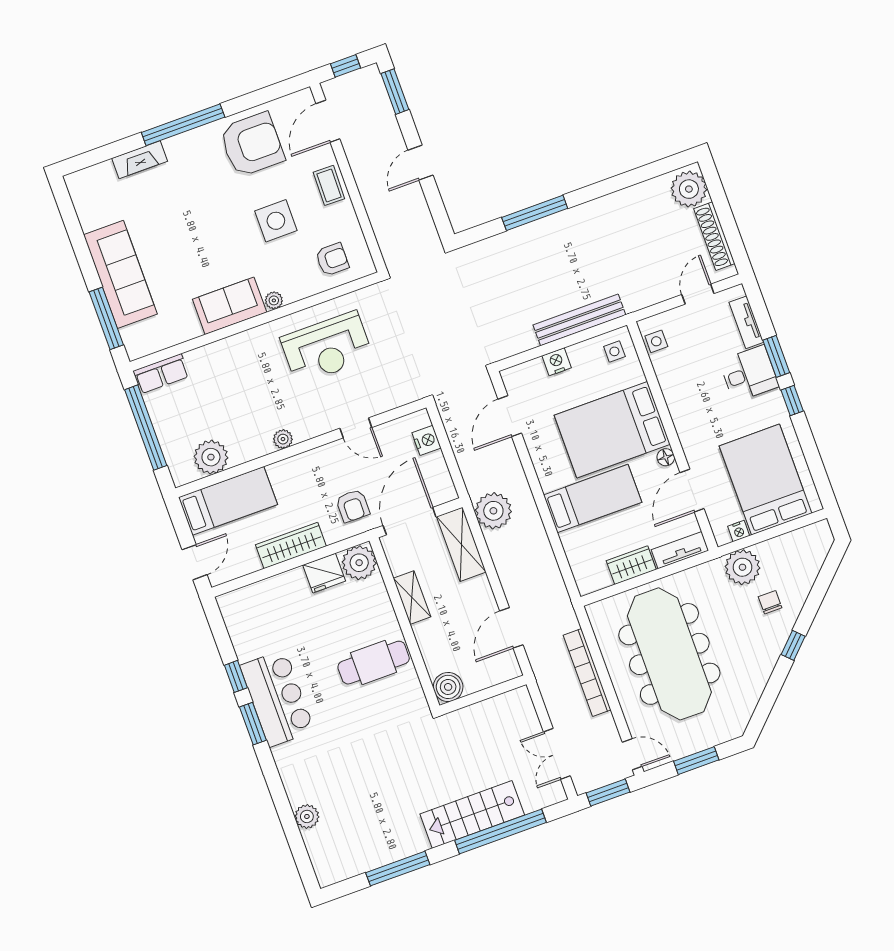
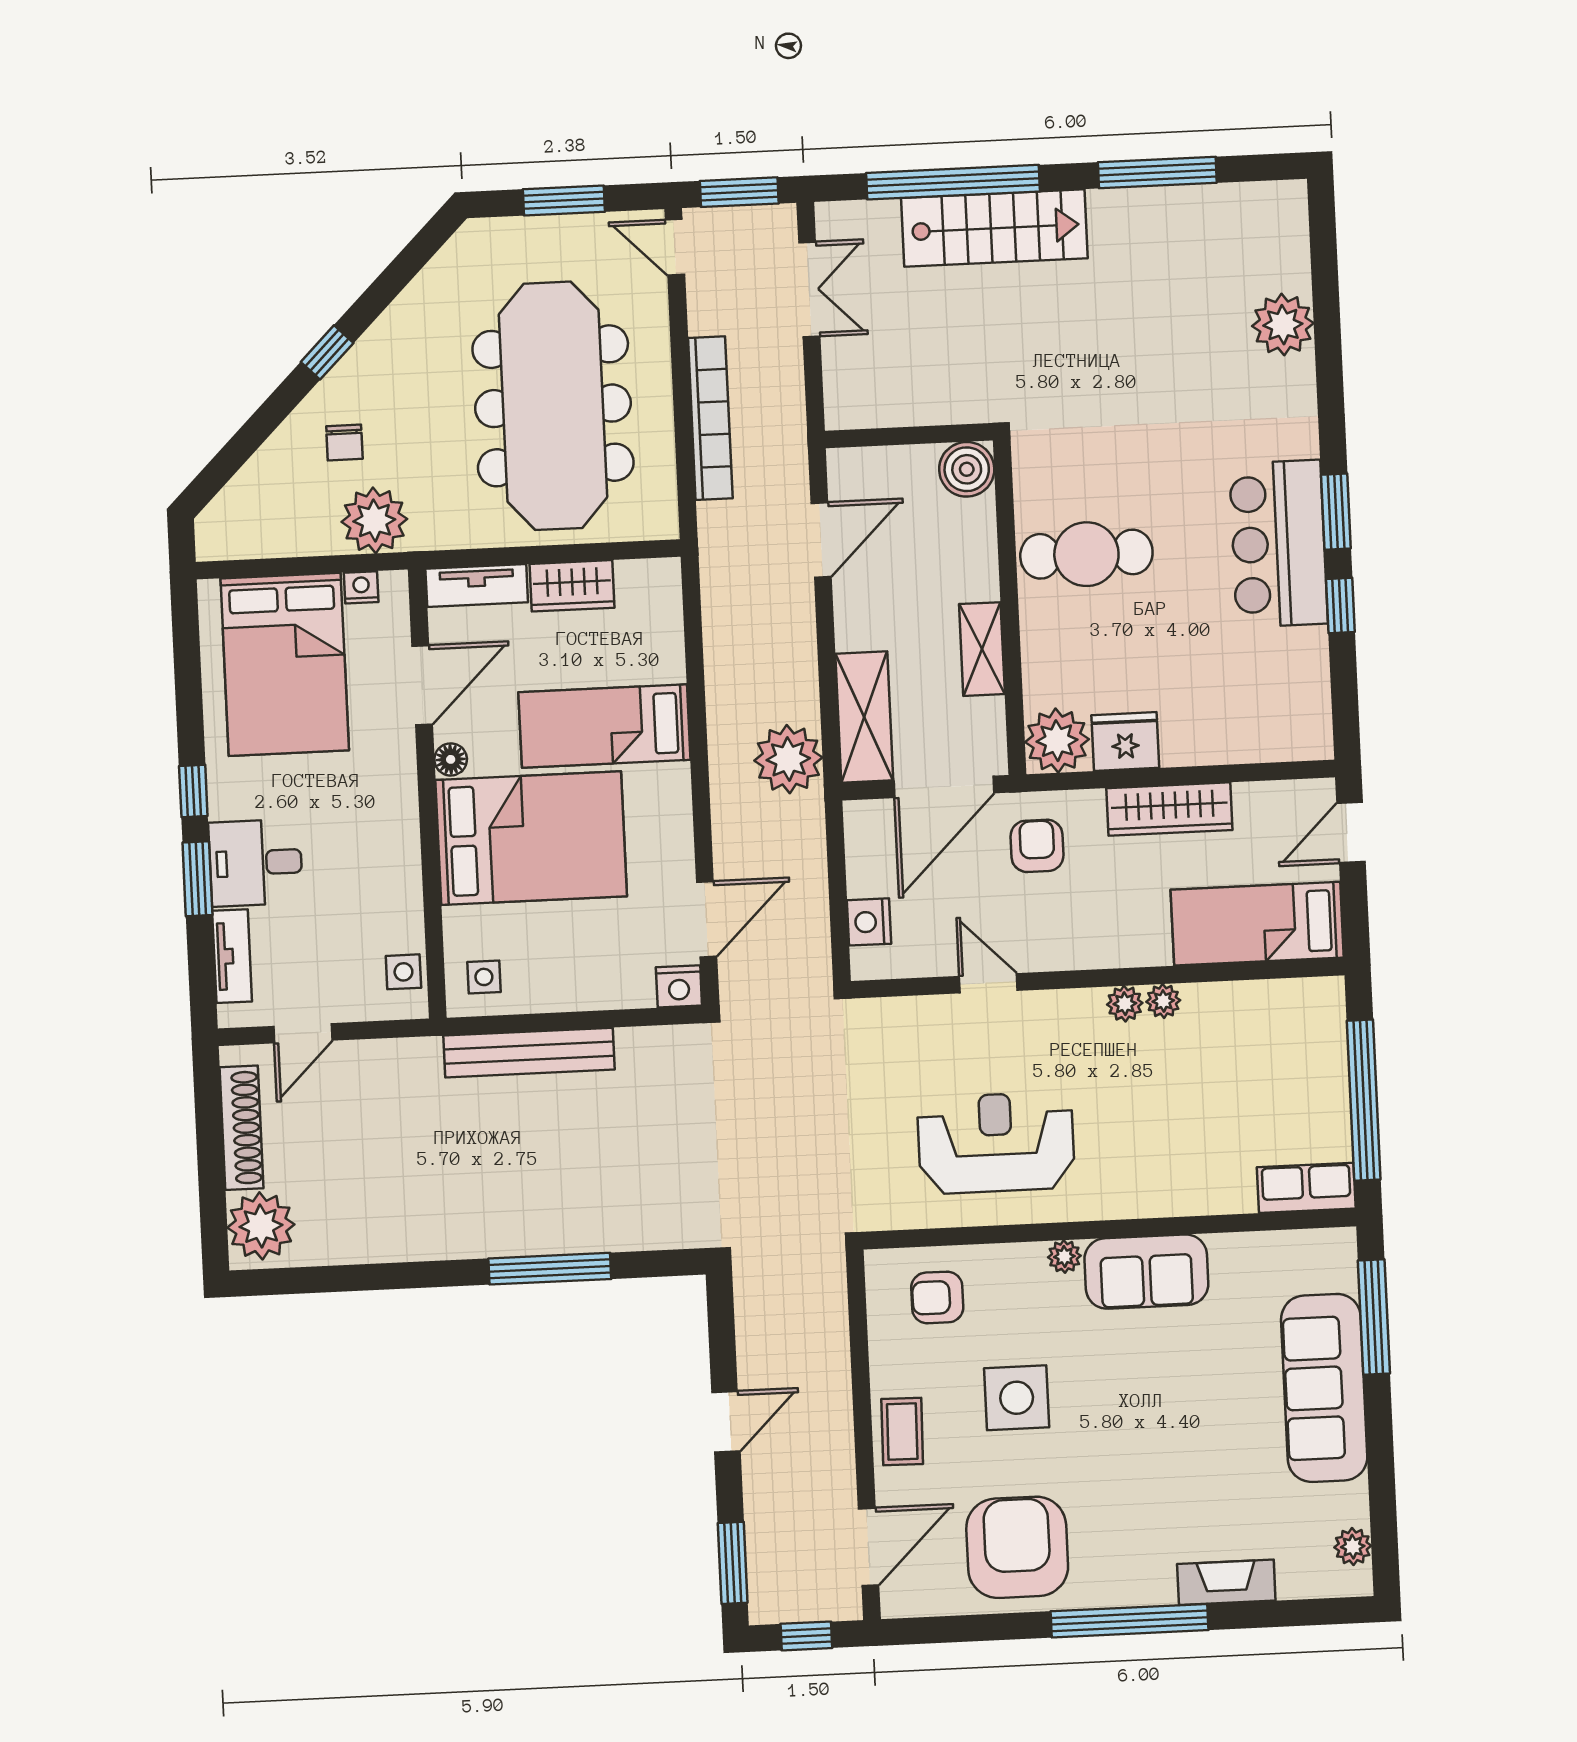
armchair: (252, 144) -> (1017, 1547), turned 90
plant: (81, 198) -> (1353, 1547), added
nightstand: (557, 362) -> (679, 986), moved
plant: (211, 457) -> (1163, 1001), moved, width x0.53, depth x0.53
plant: (307, 816) -> (1283, 325), width x1.36, depth x1.36

